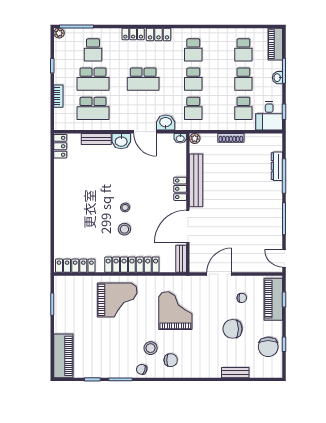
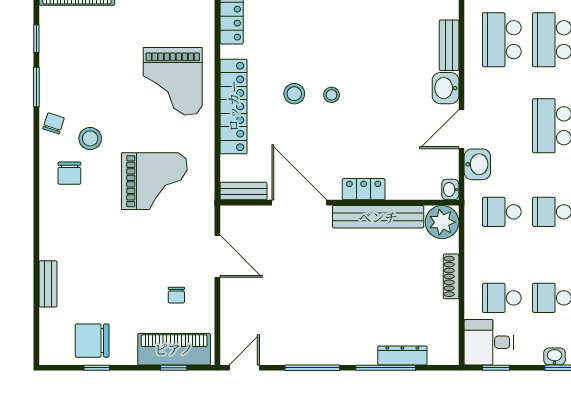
plant: (195, 139) -> (442, 222), width x1.88, depth x1.88
chair: (233, 329) -> (123, 279), removed

